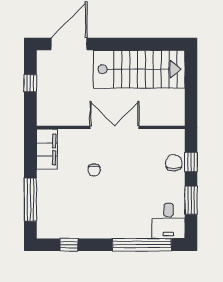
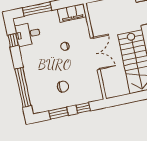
chair: (174, 163) -> (63, 87), moved
desk: (168, 221) -> (28, 34), moved

